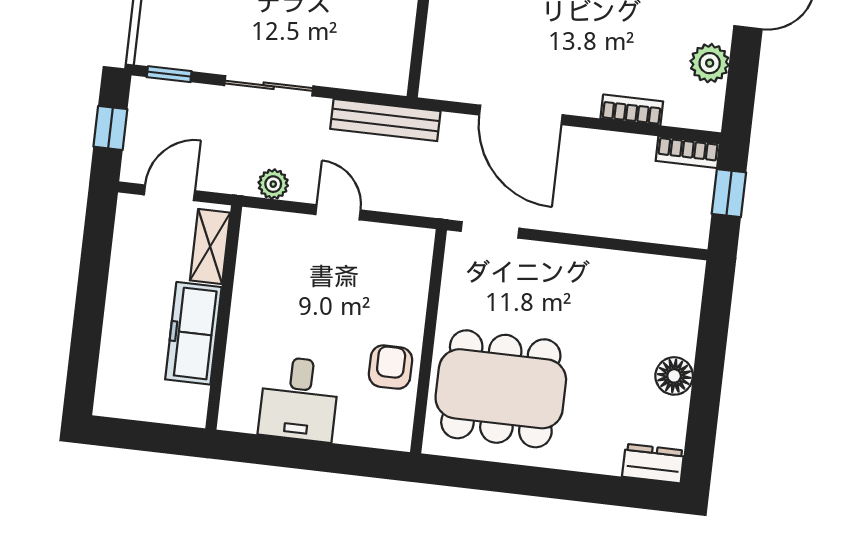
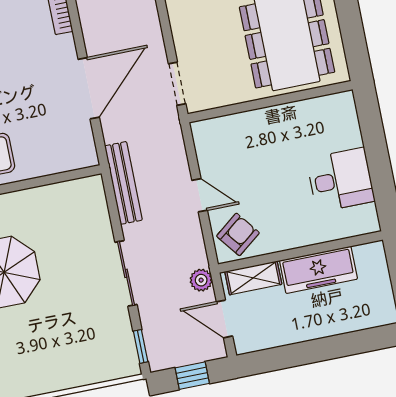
plant: (273, 184) -> (201, 280), moved
door: (338, 212) -> (200, 195), swing flipped
armchair: (391, 367) -> (238, 234), moved, turned 142

